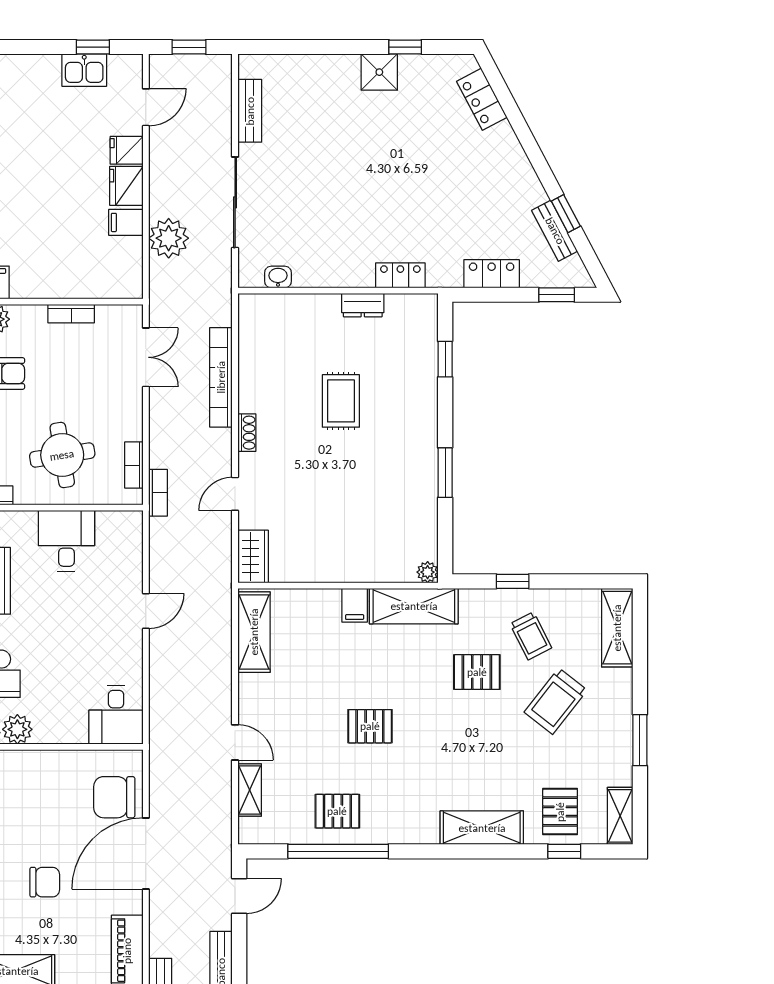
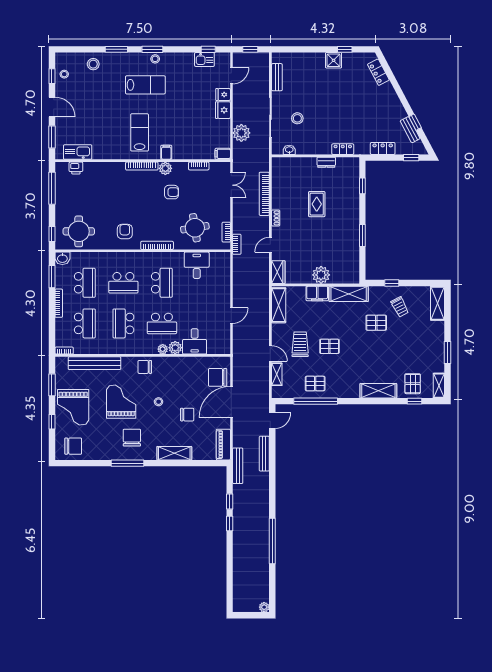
stool: (297, 205) -> (297, 118), added
filing cabinet: (126, 222) -> (223, 154), moved
plant: (428, 572) -> (321, 275), moved, width x1.88, depth x1.88
filing cabinet: (355, 605) -> (317, 293), width x2.00
door: (146, 611) -> (231, 316), moved
trolley: (556, 701) -> (300, 344), moved, turned 142
desk: (116, 715) -> (195, 341), moved

